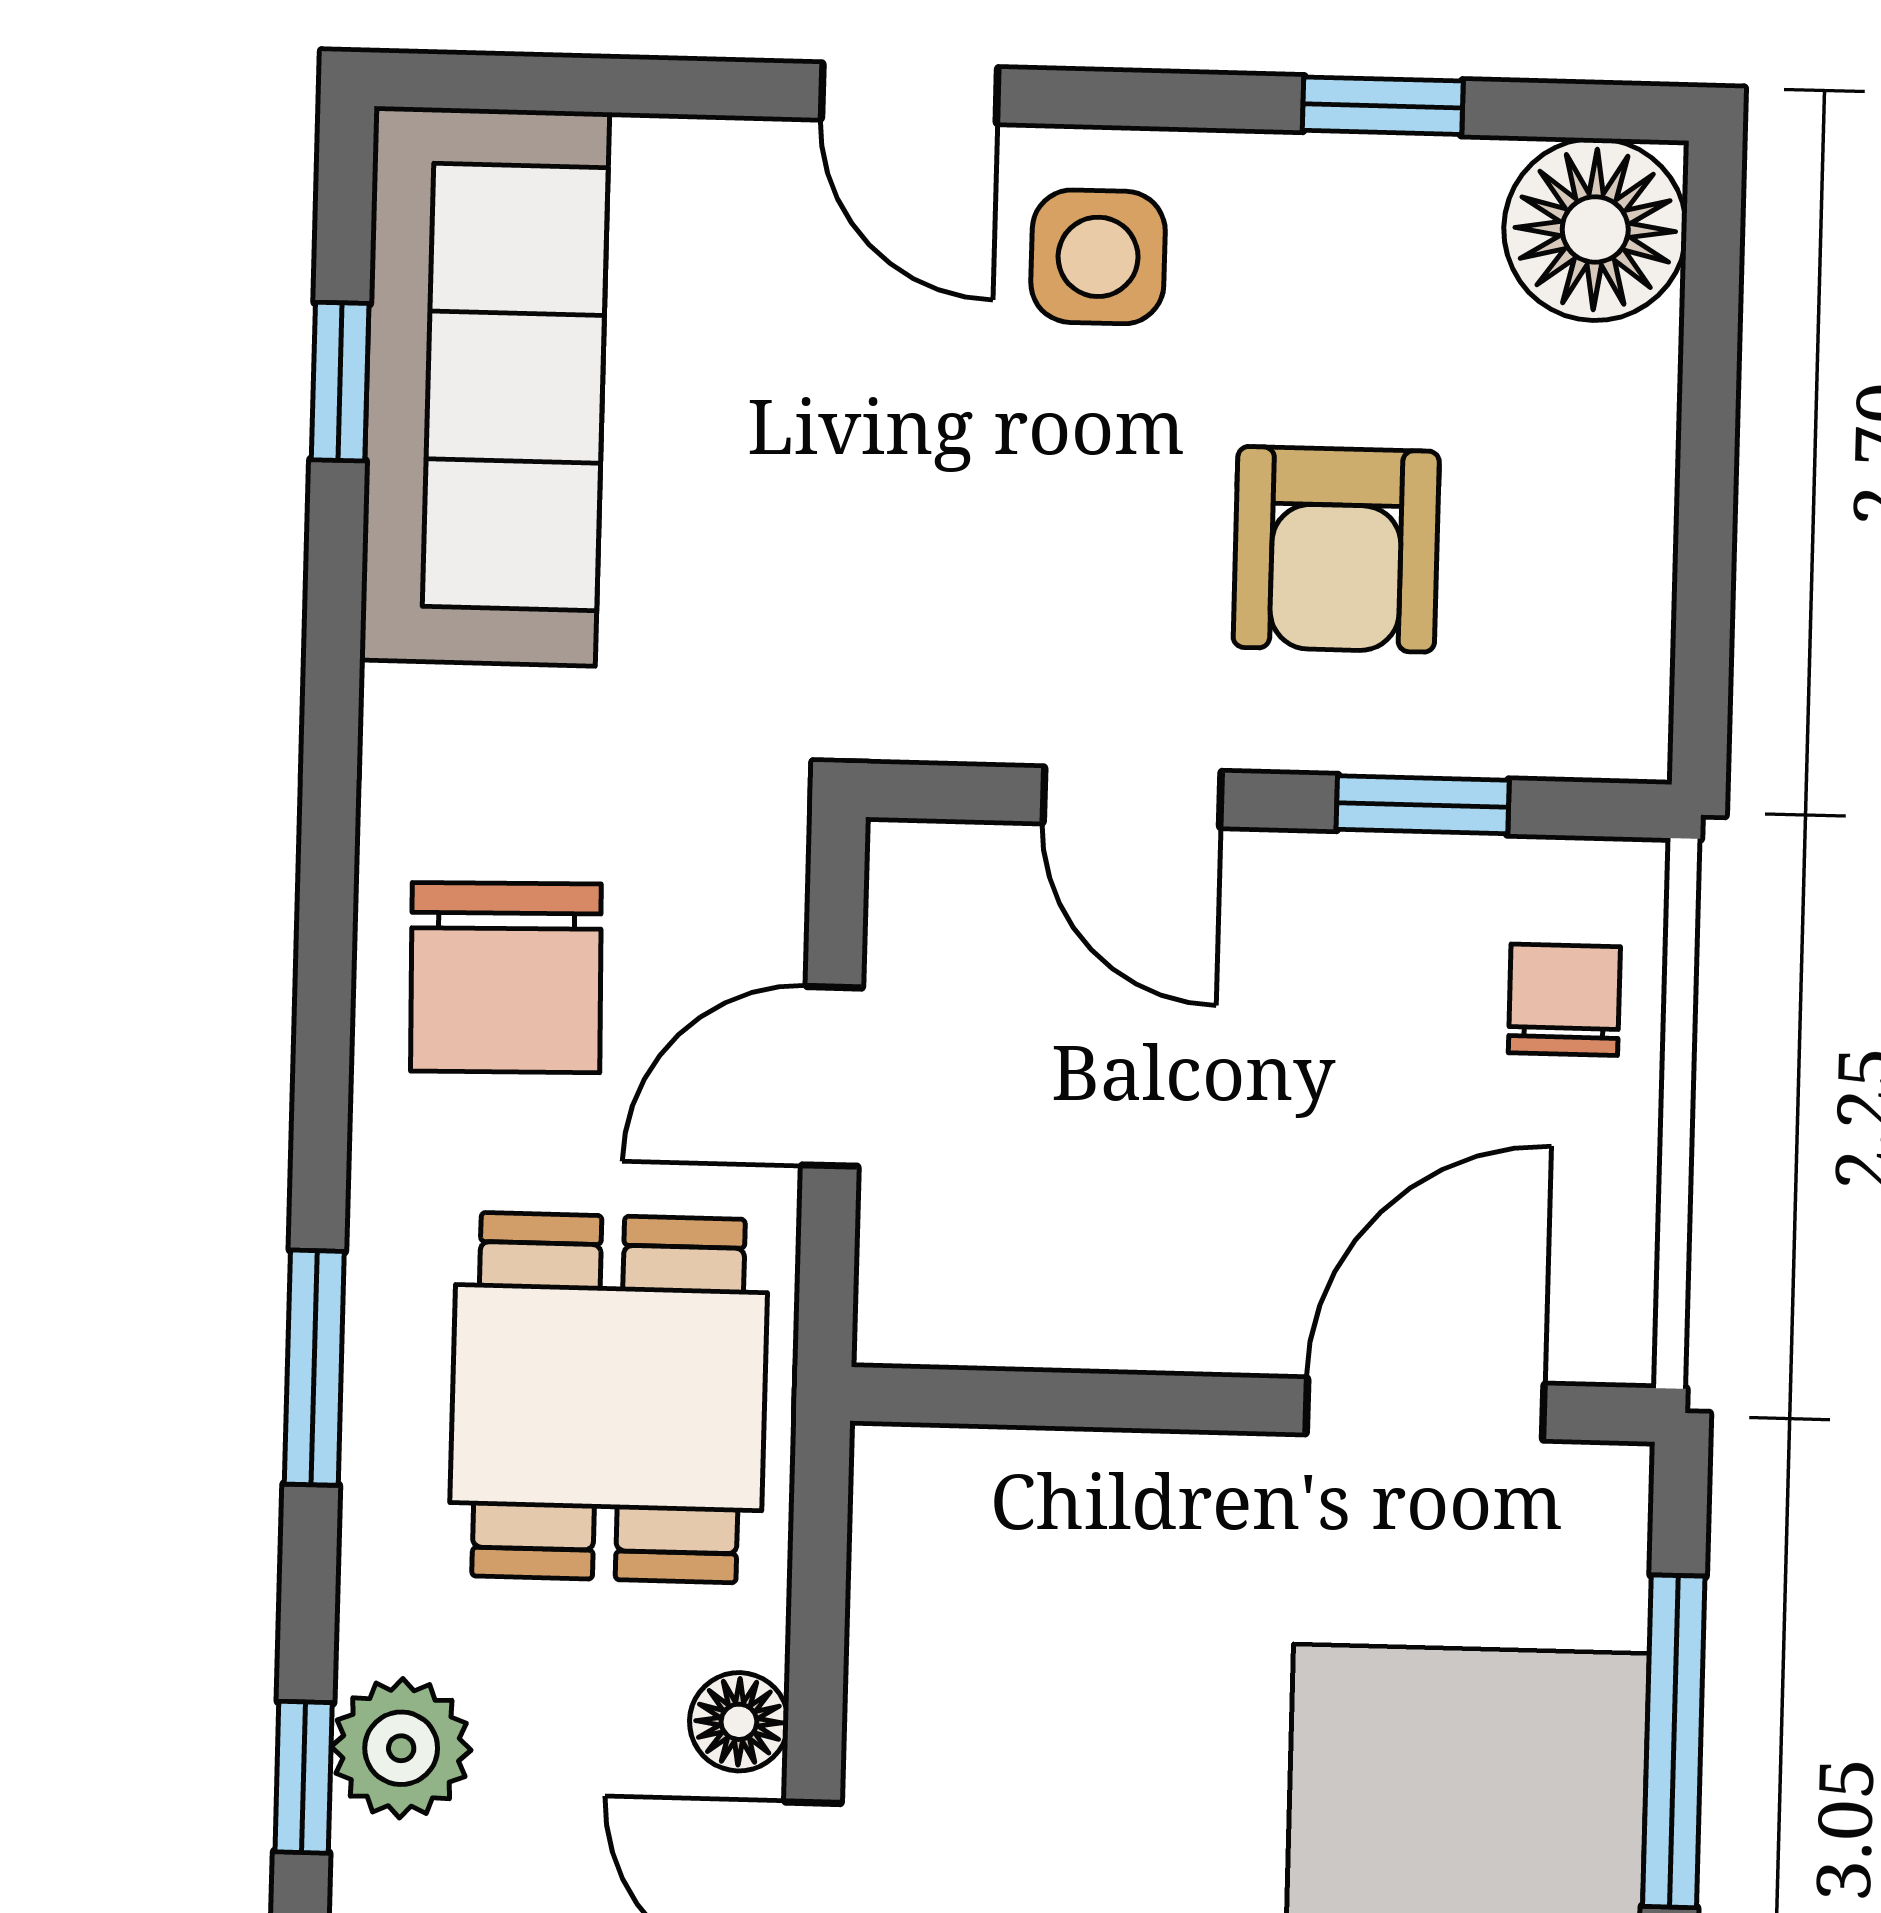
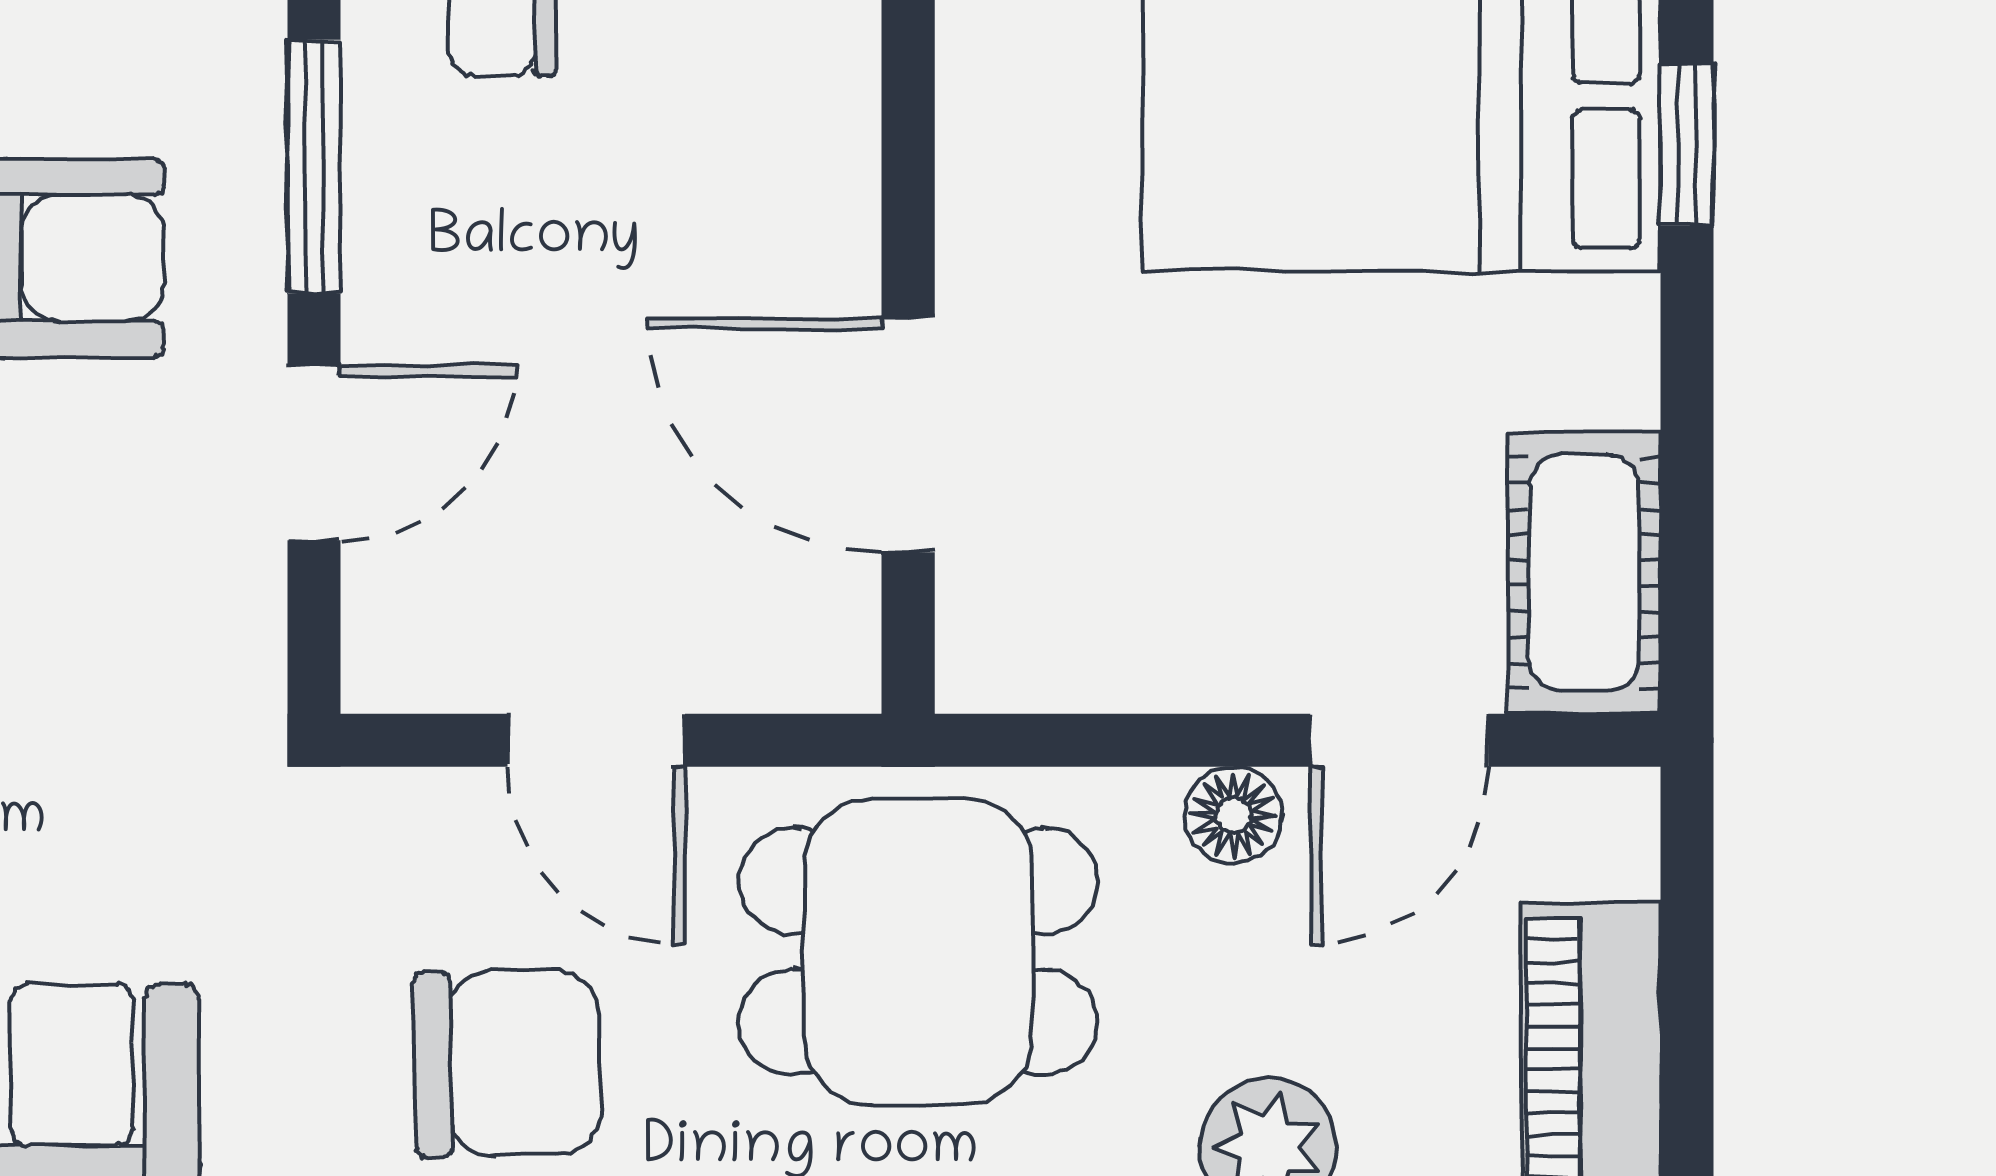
window: (1423, 805) -> (314, 166), width x1.50
door: (1425, 1409) -> (908, 435), moved

